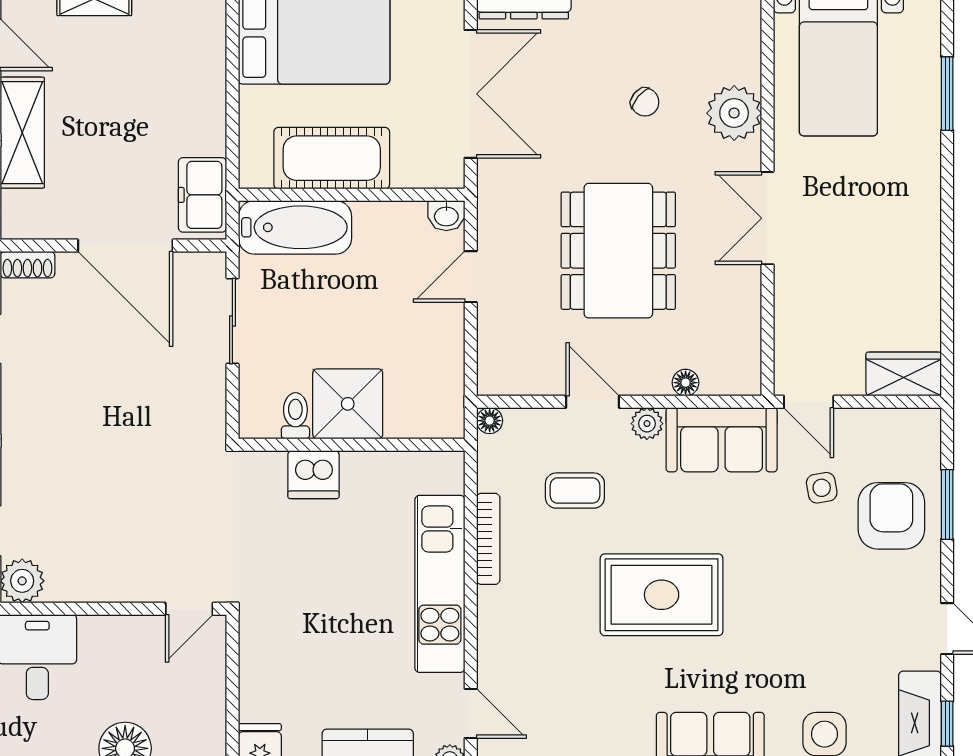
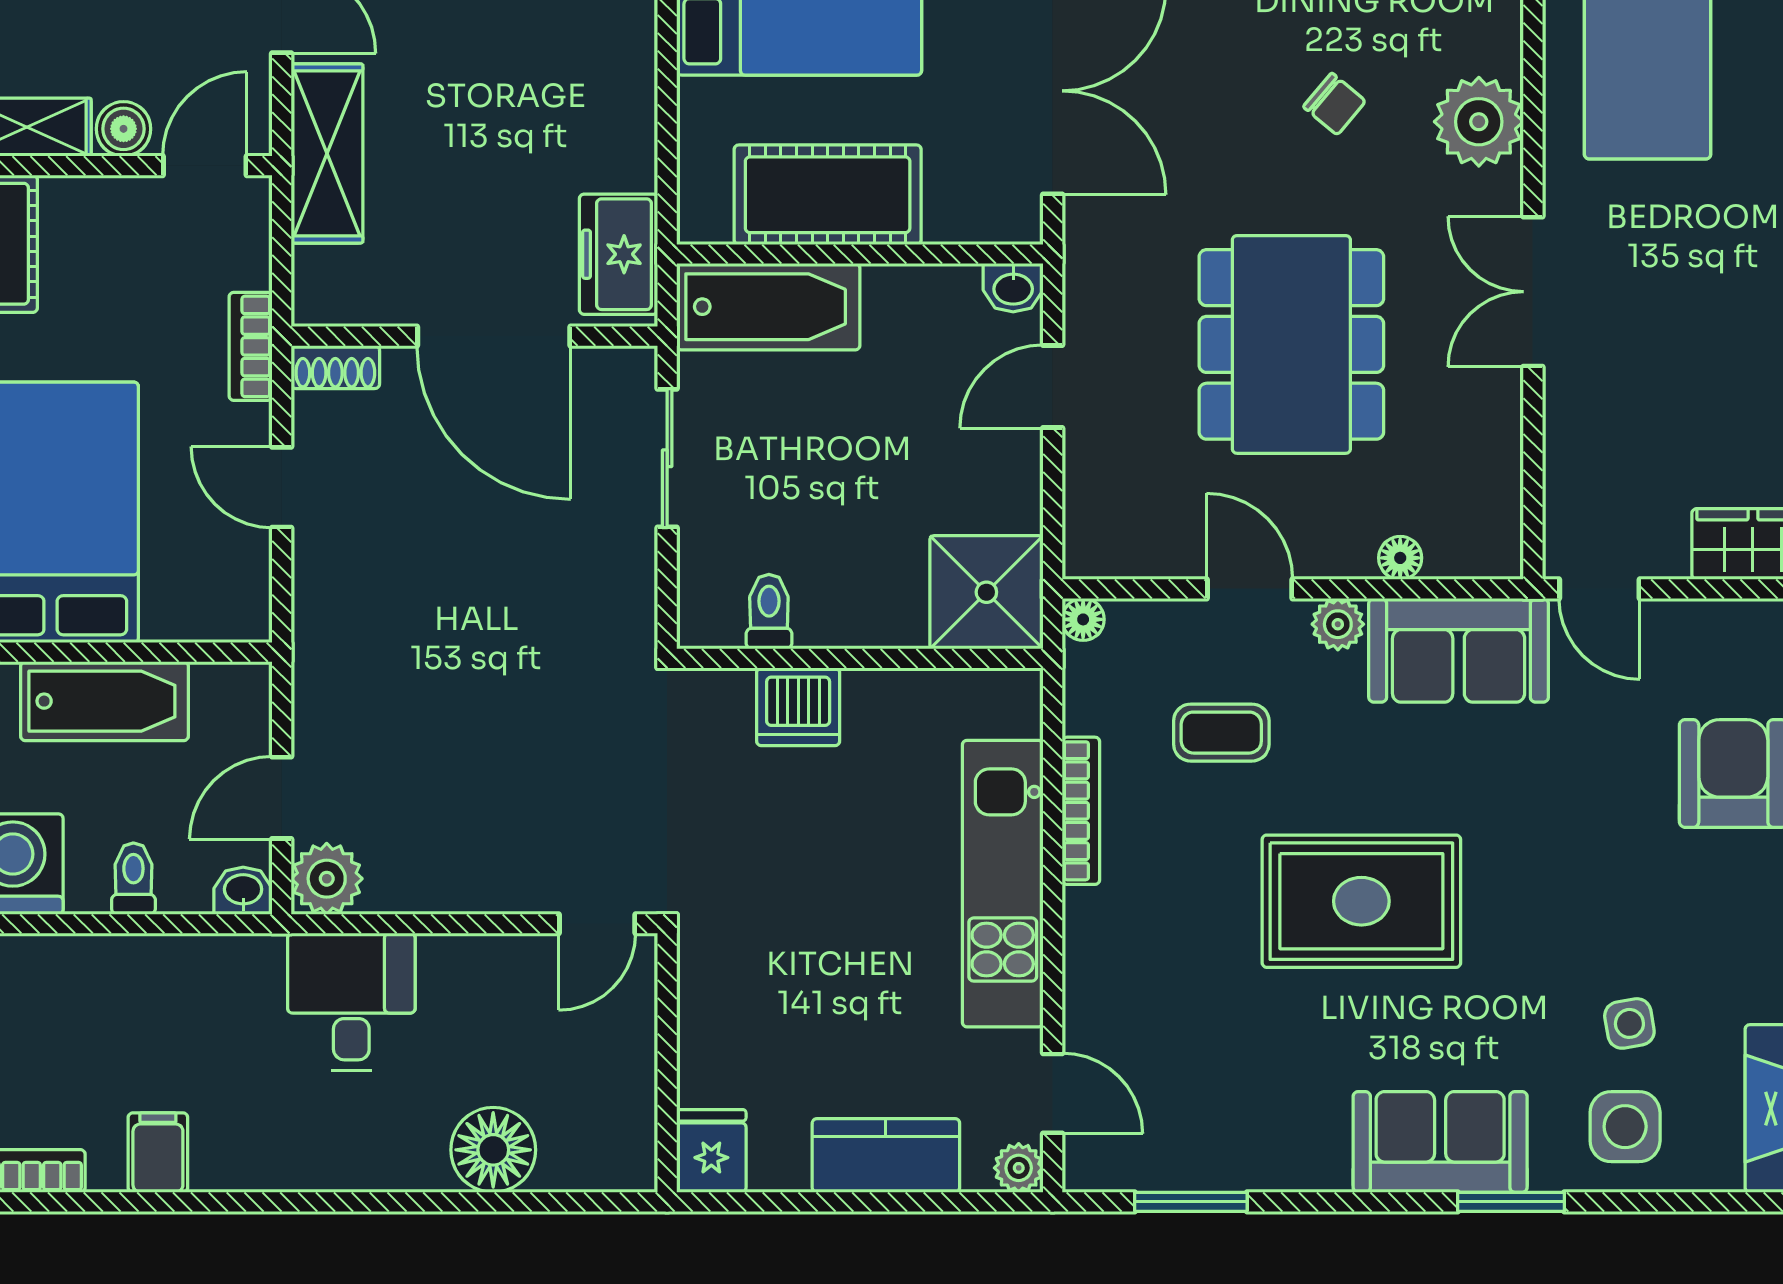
shower: (348, 404) -> (986, 592), moved
side table: (822, 488) -> (1629, 1023), moved

